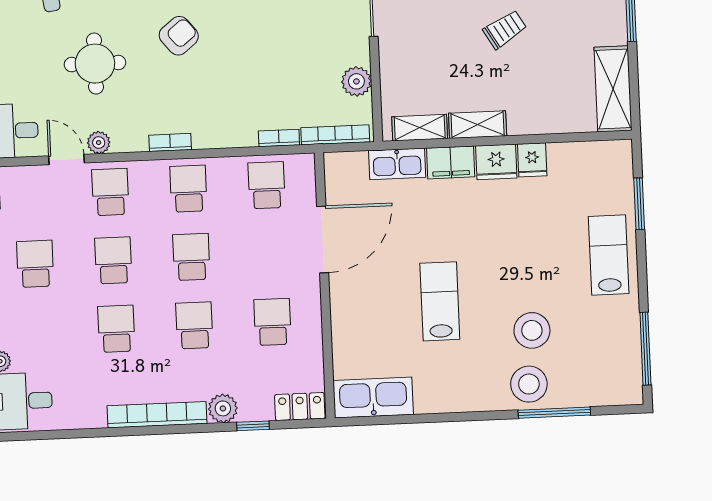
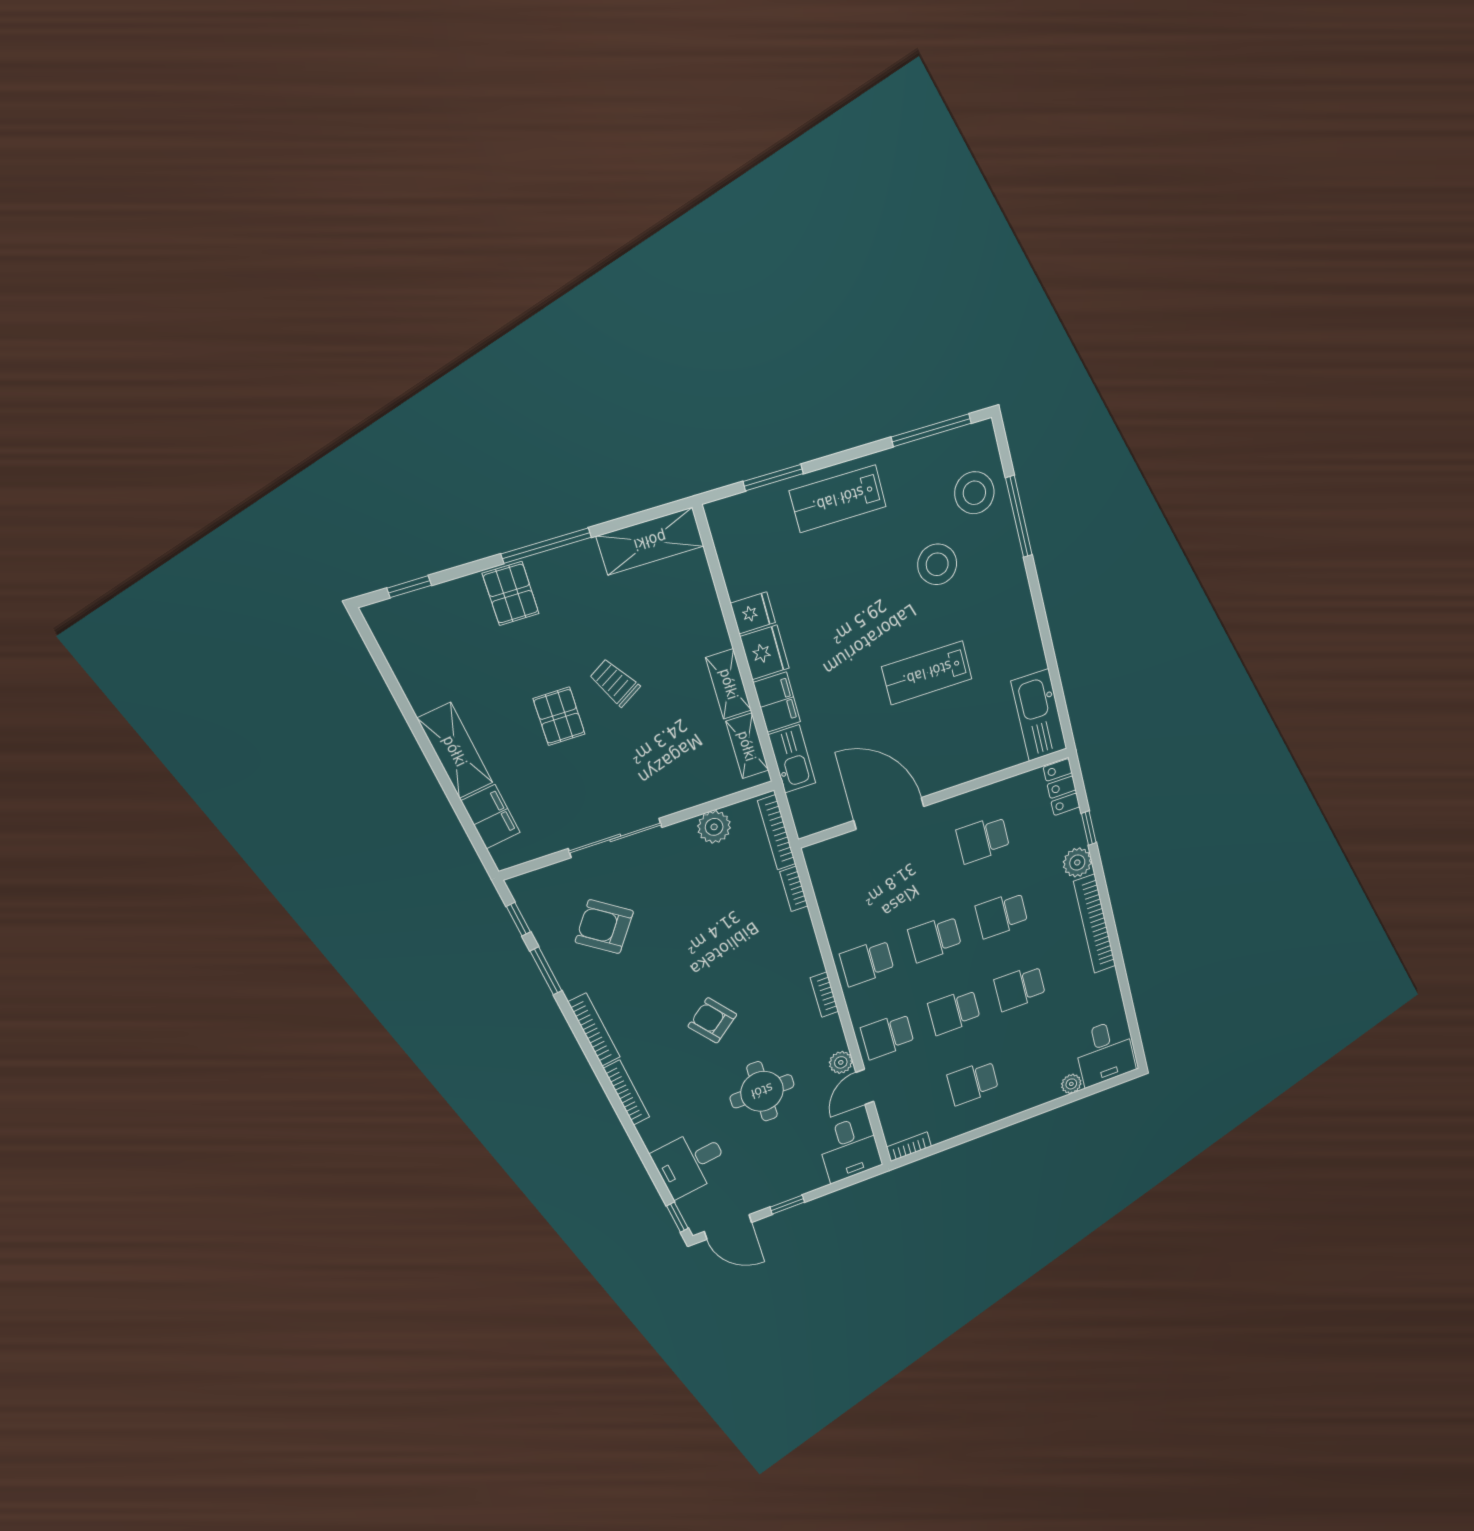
school desk: (266, 185) -> (846, 887), removed
stool: (529, 384) -> (974, 493), moved

